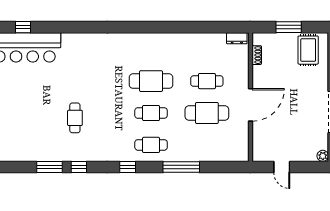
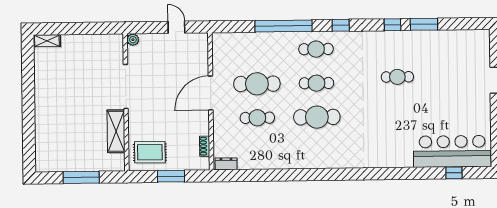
rug: (308, 50) -> (150, 152), turned 90
cafe table: (75, 118) -> (397, 77), turned 90
window: (181, 167) -> (284, 26), width x1.46

